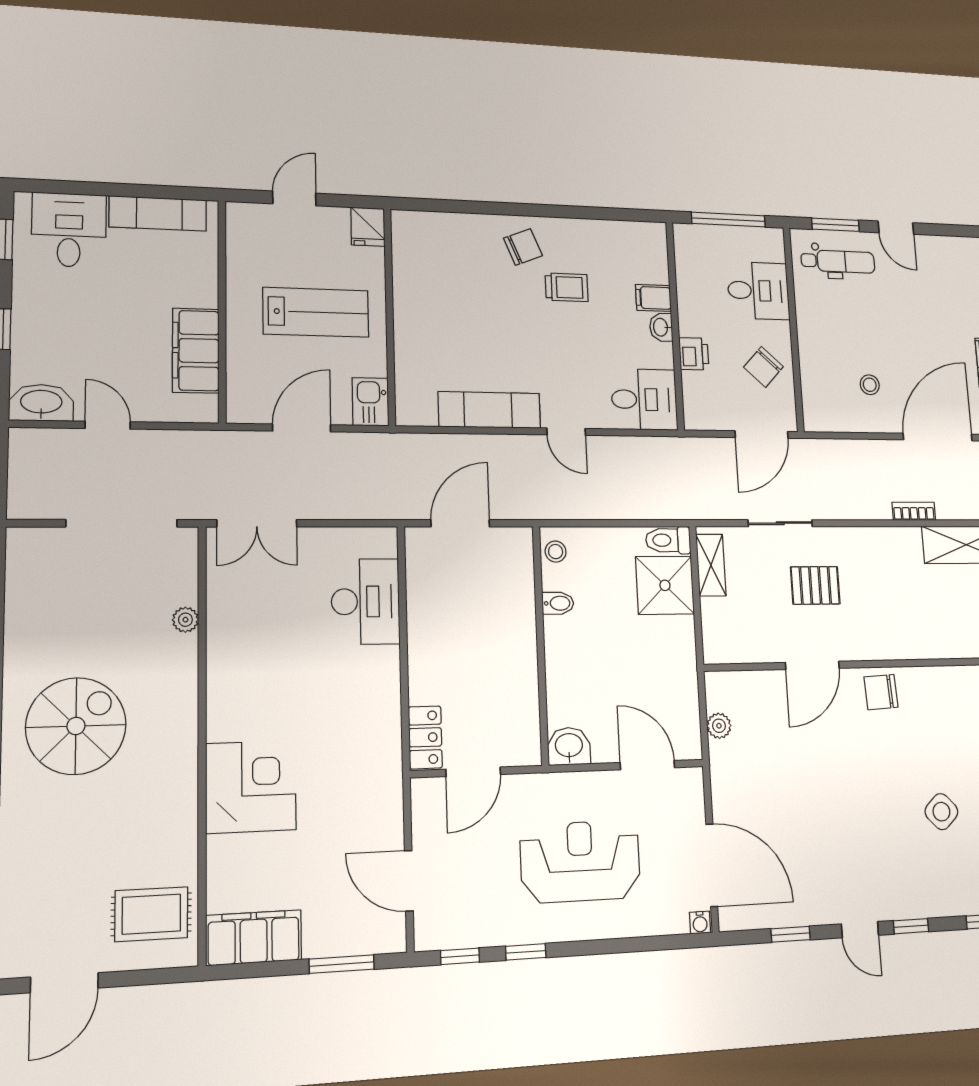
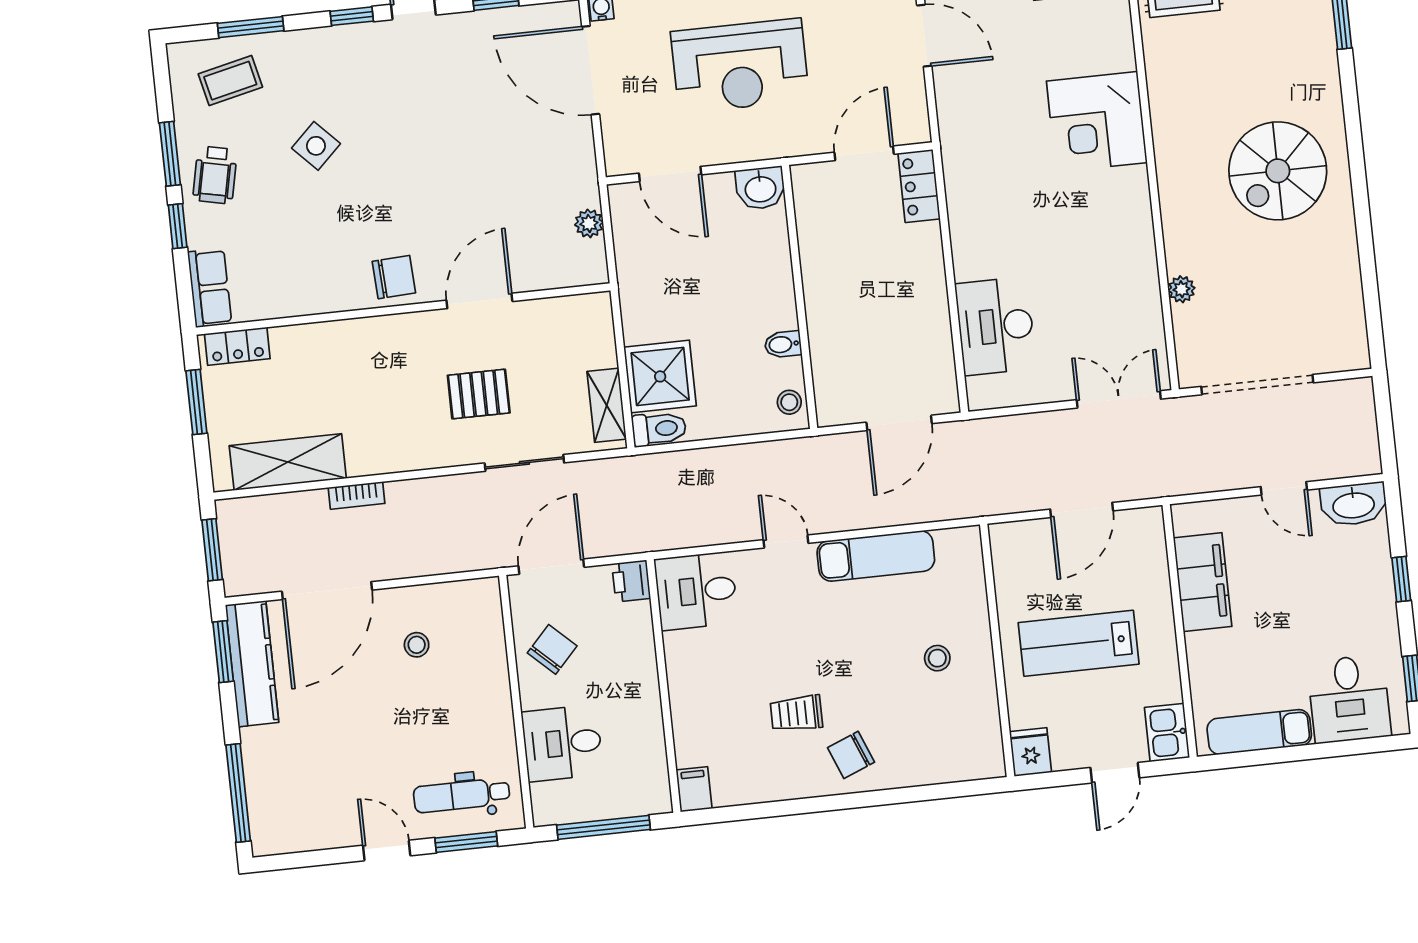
filing cabinet: (653, 298) -> (694, 789), moved, turned -90
stool: (443, 317) -> (937, 658), added
washbasin: (661, 327) -> (680, 681), removed
printer: (694, 354) -> (631, 581), moved
kitchen sink: (370, 402) -> (1167, 733), moved, turned 180

